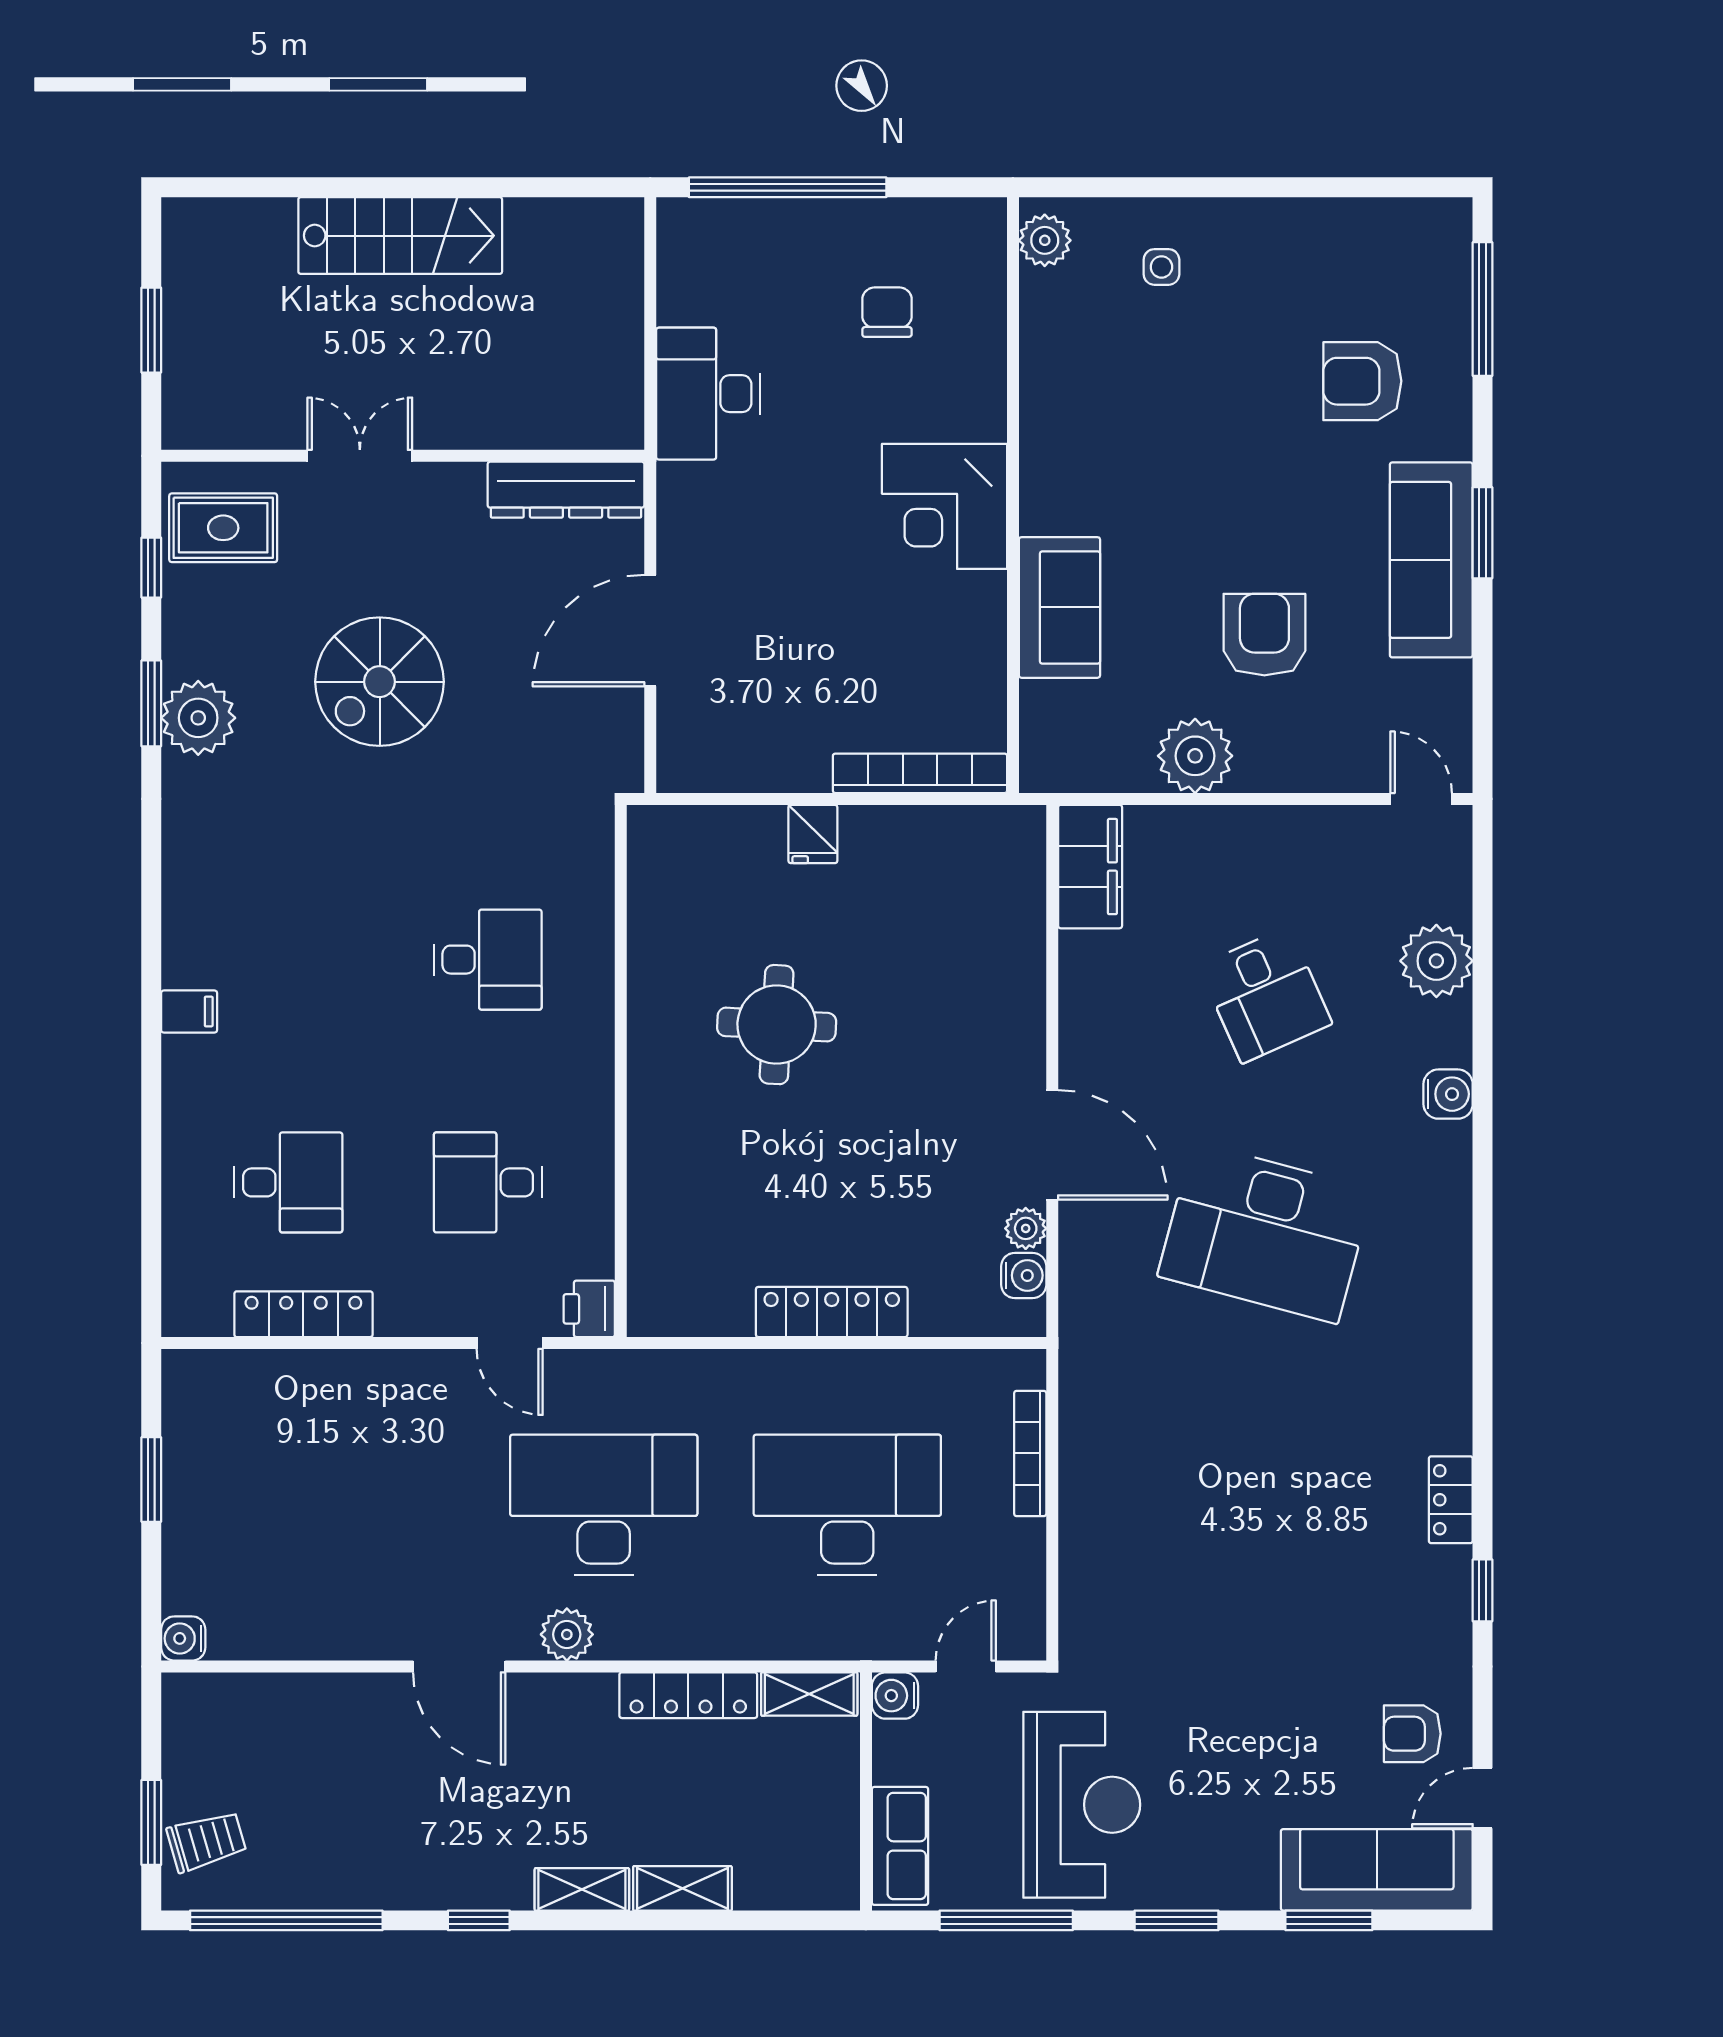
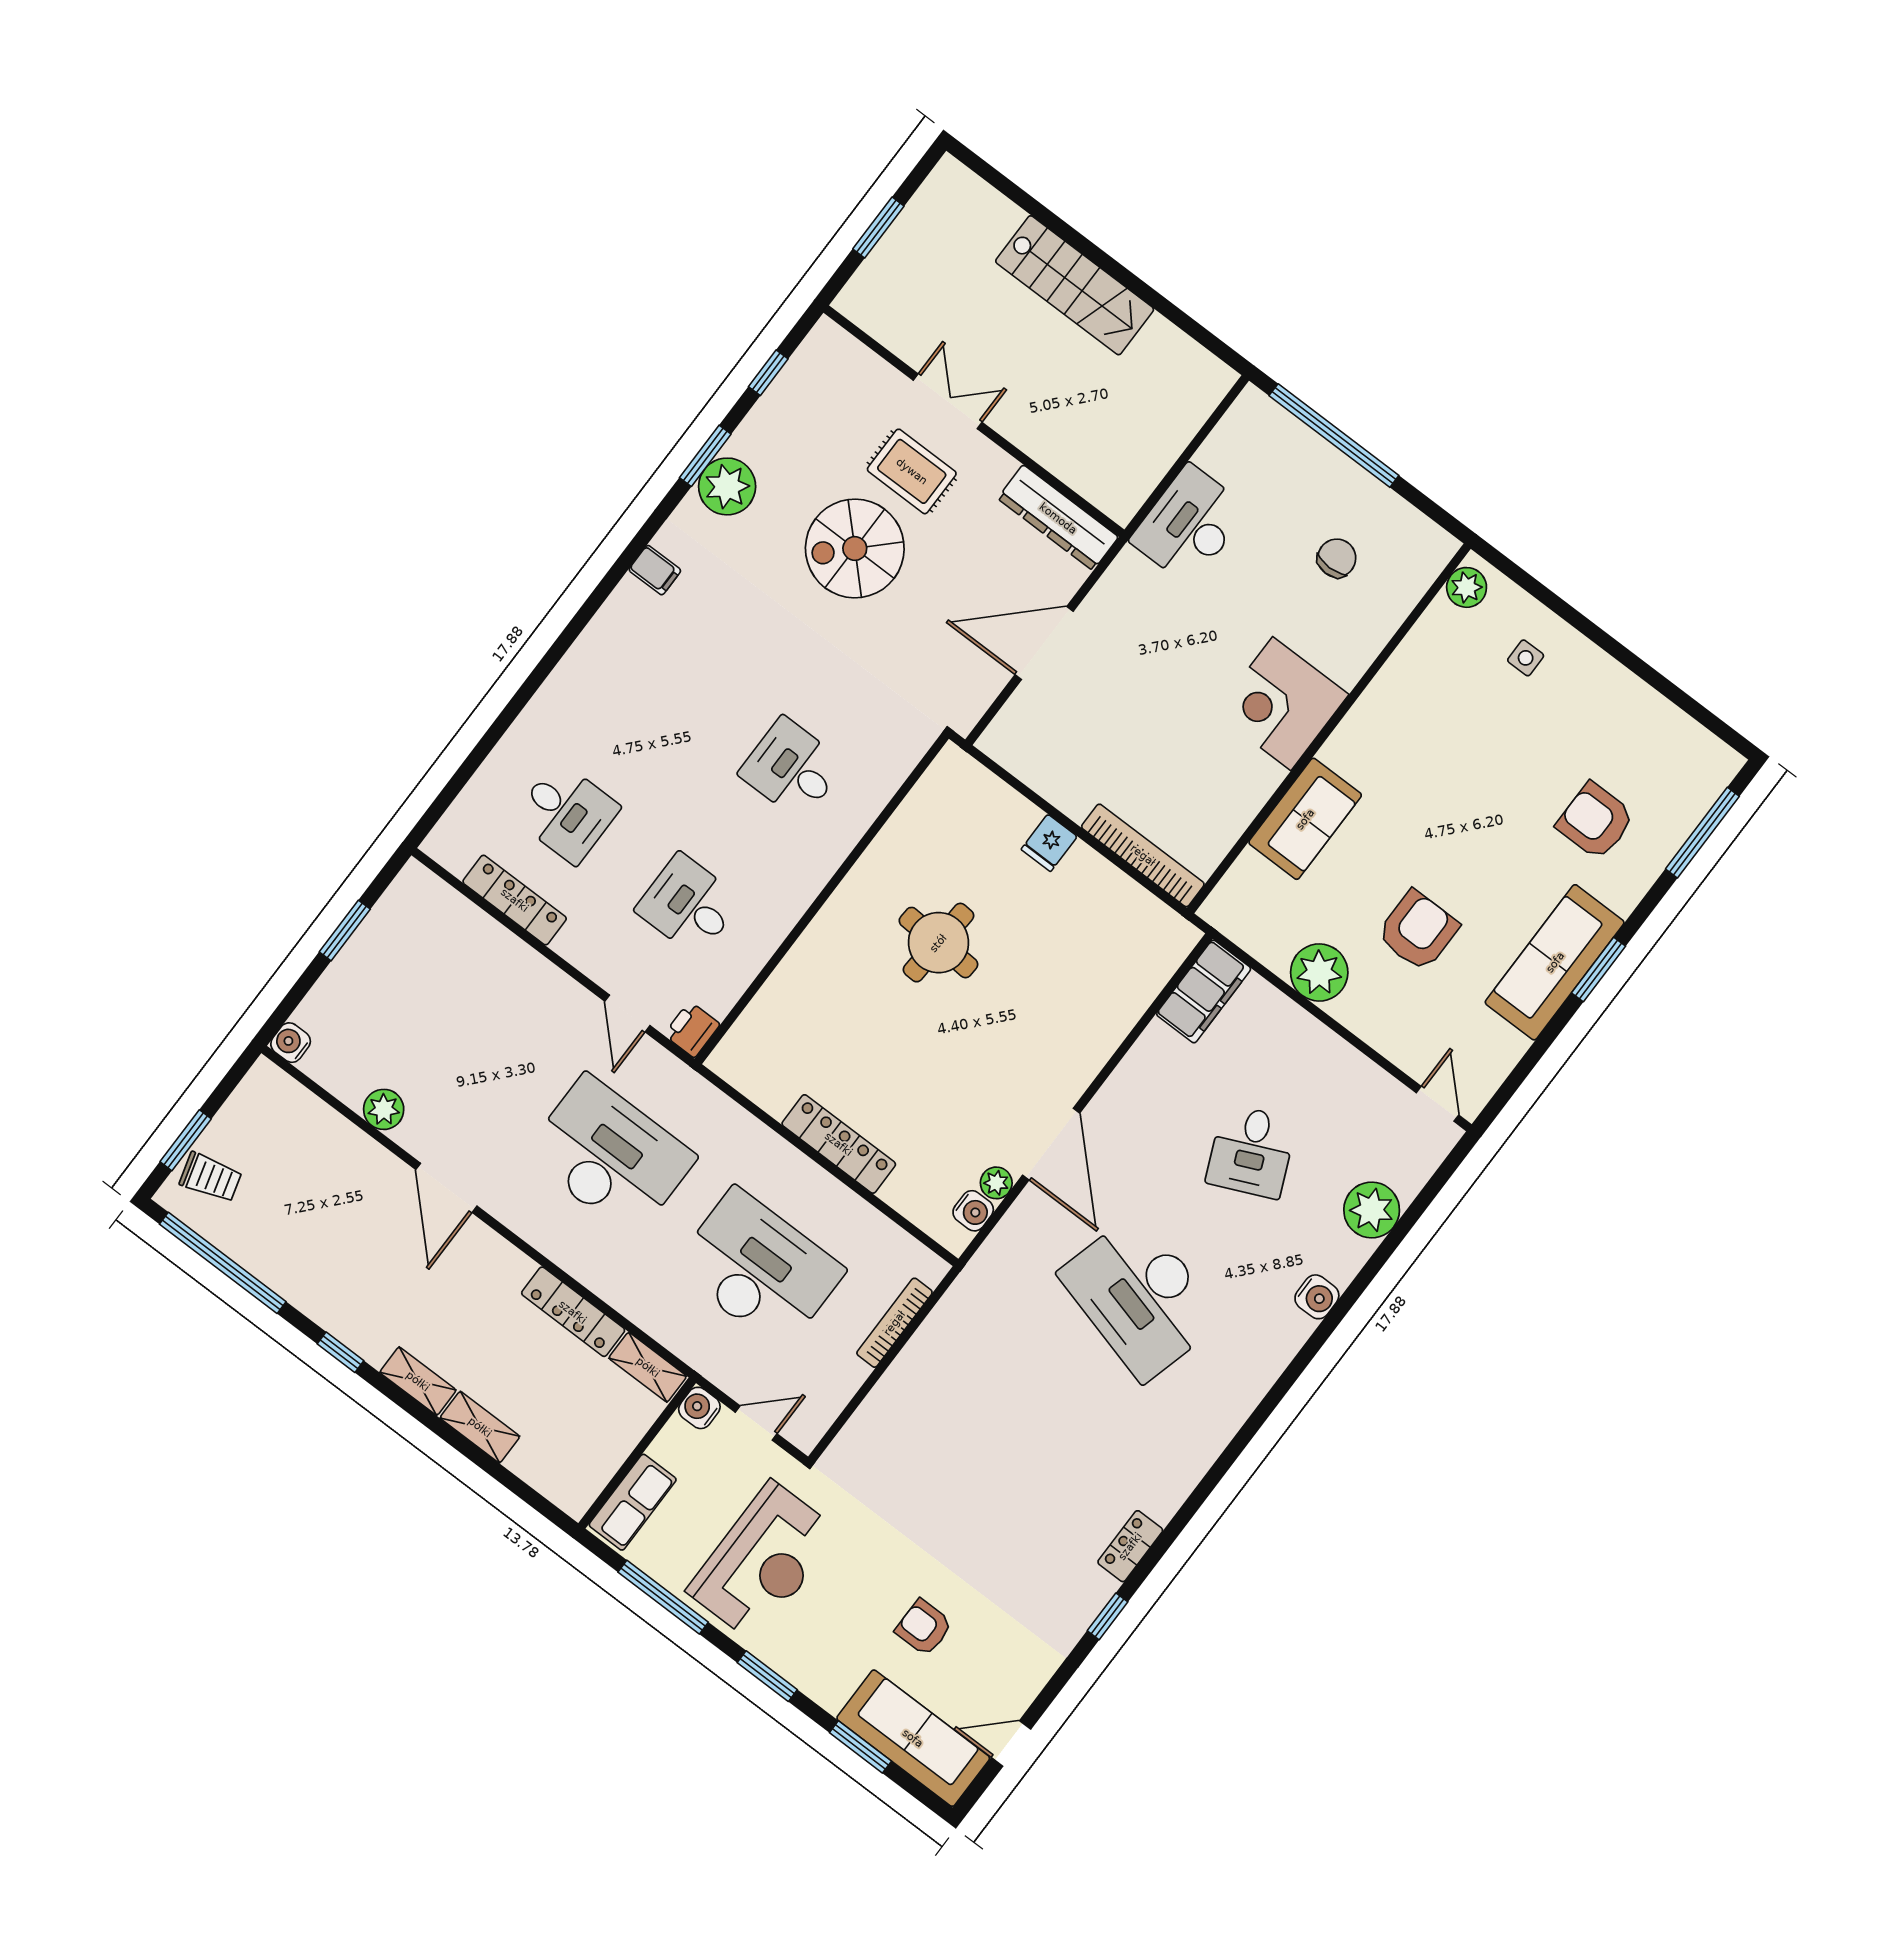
rug: (223, 528) -> (912, 471), moved
desk: (488, 960) -> (792, 769), turned 180
filing cabinet: (189, 1012) -> (655, 570), moved
plant: (567, 1634) -> (384, 1109), moved
armchair: (1412, 1734) -> (924, 1628), moved

